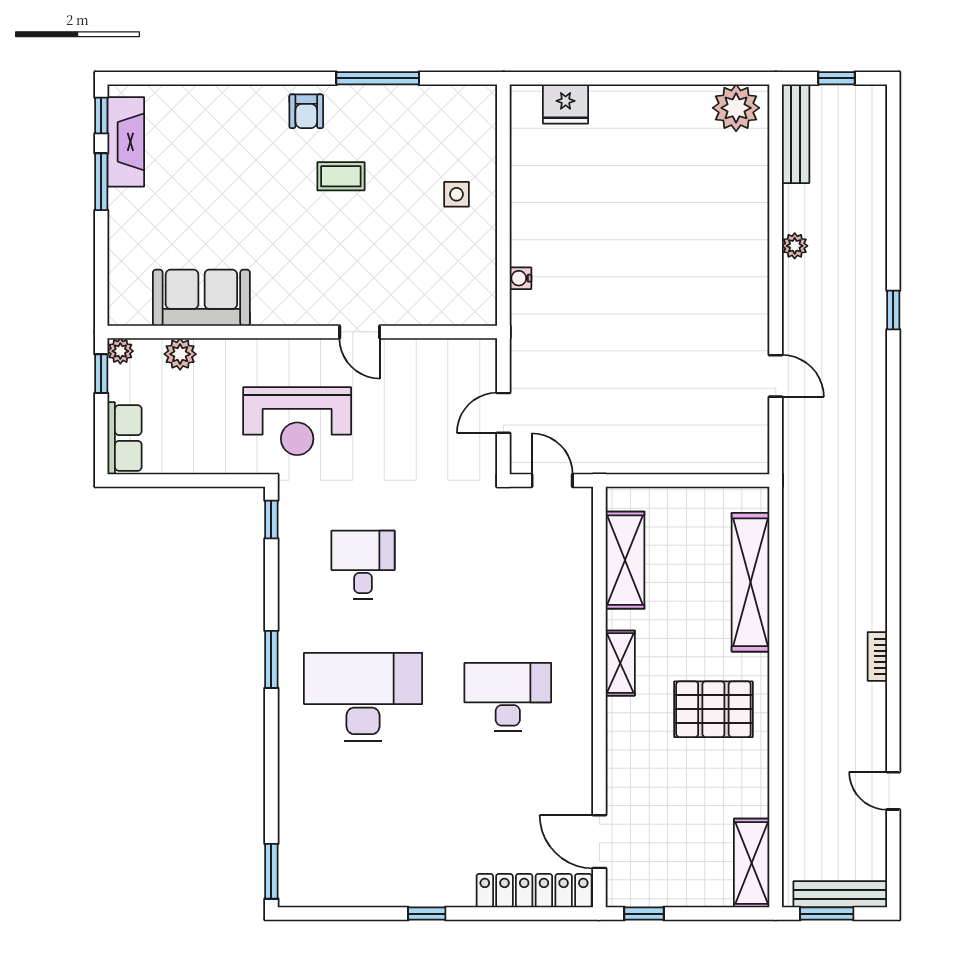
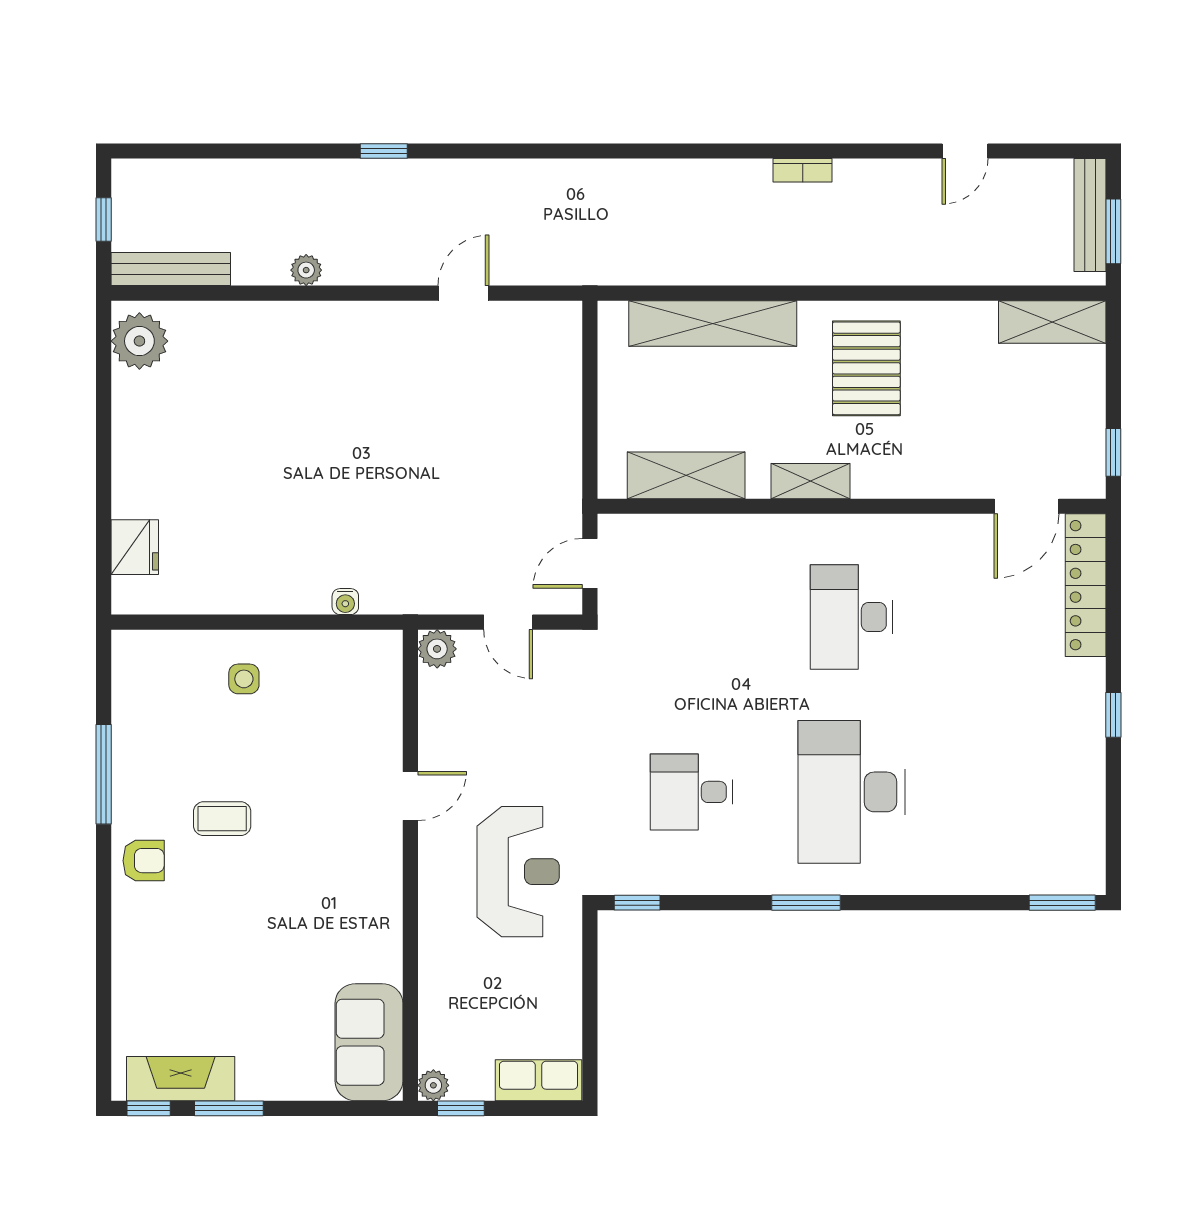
coffee table: (341, 176) -> (222, 819), turned 90
sofa: (201, 298) -> (369, 1042), moved
plant: (180, 354) -> (437, 649), moved

